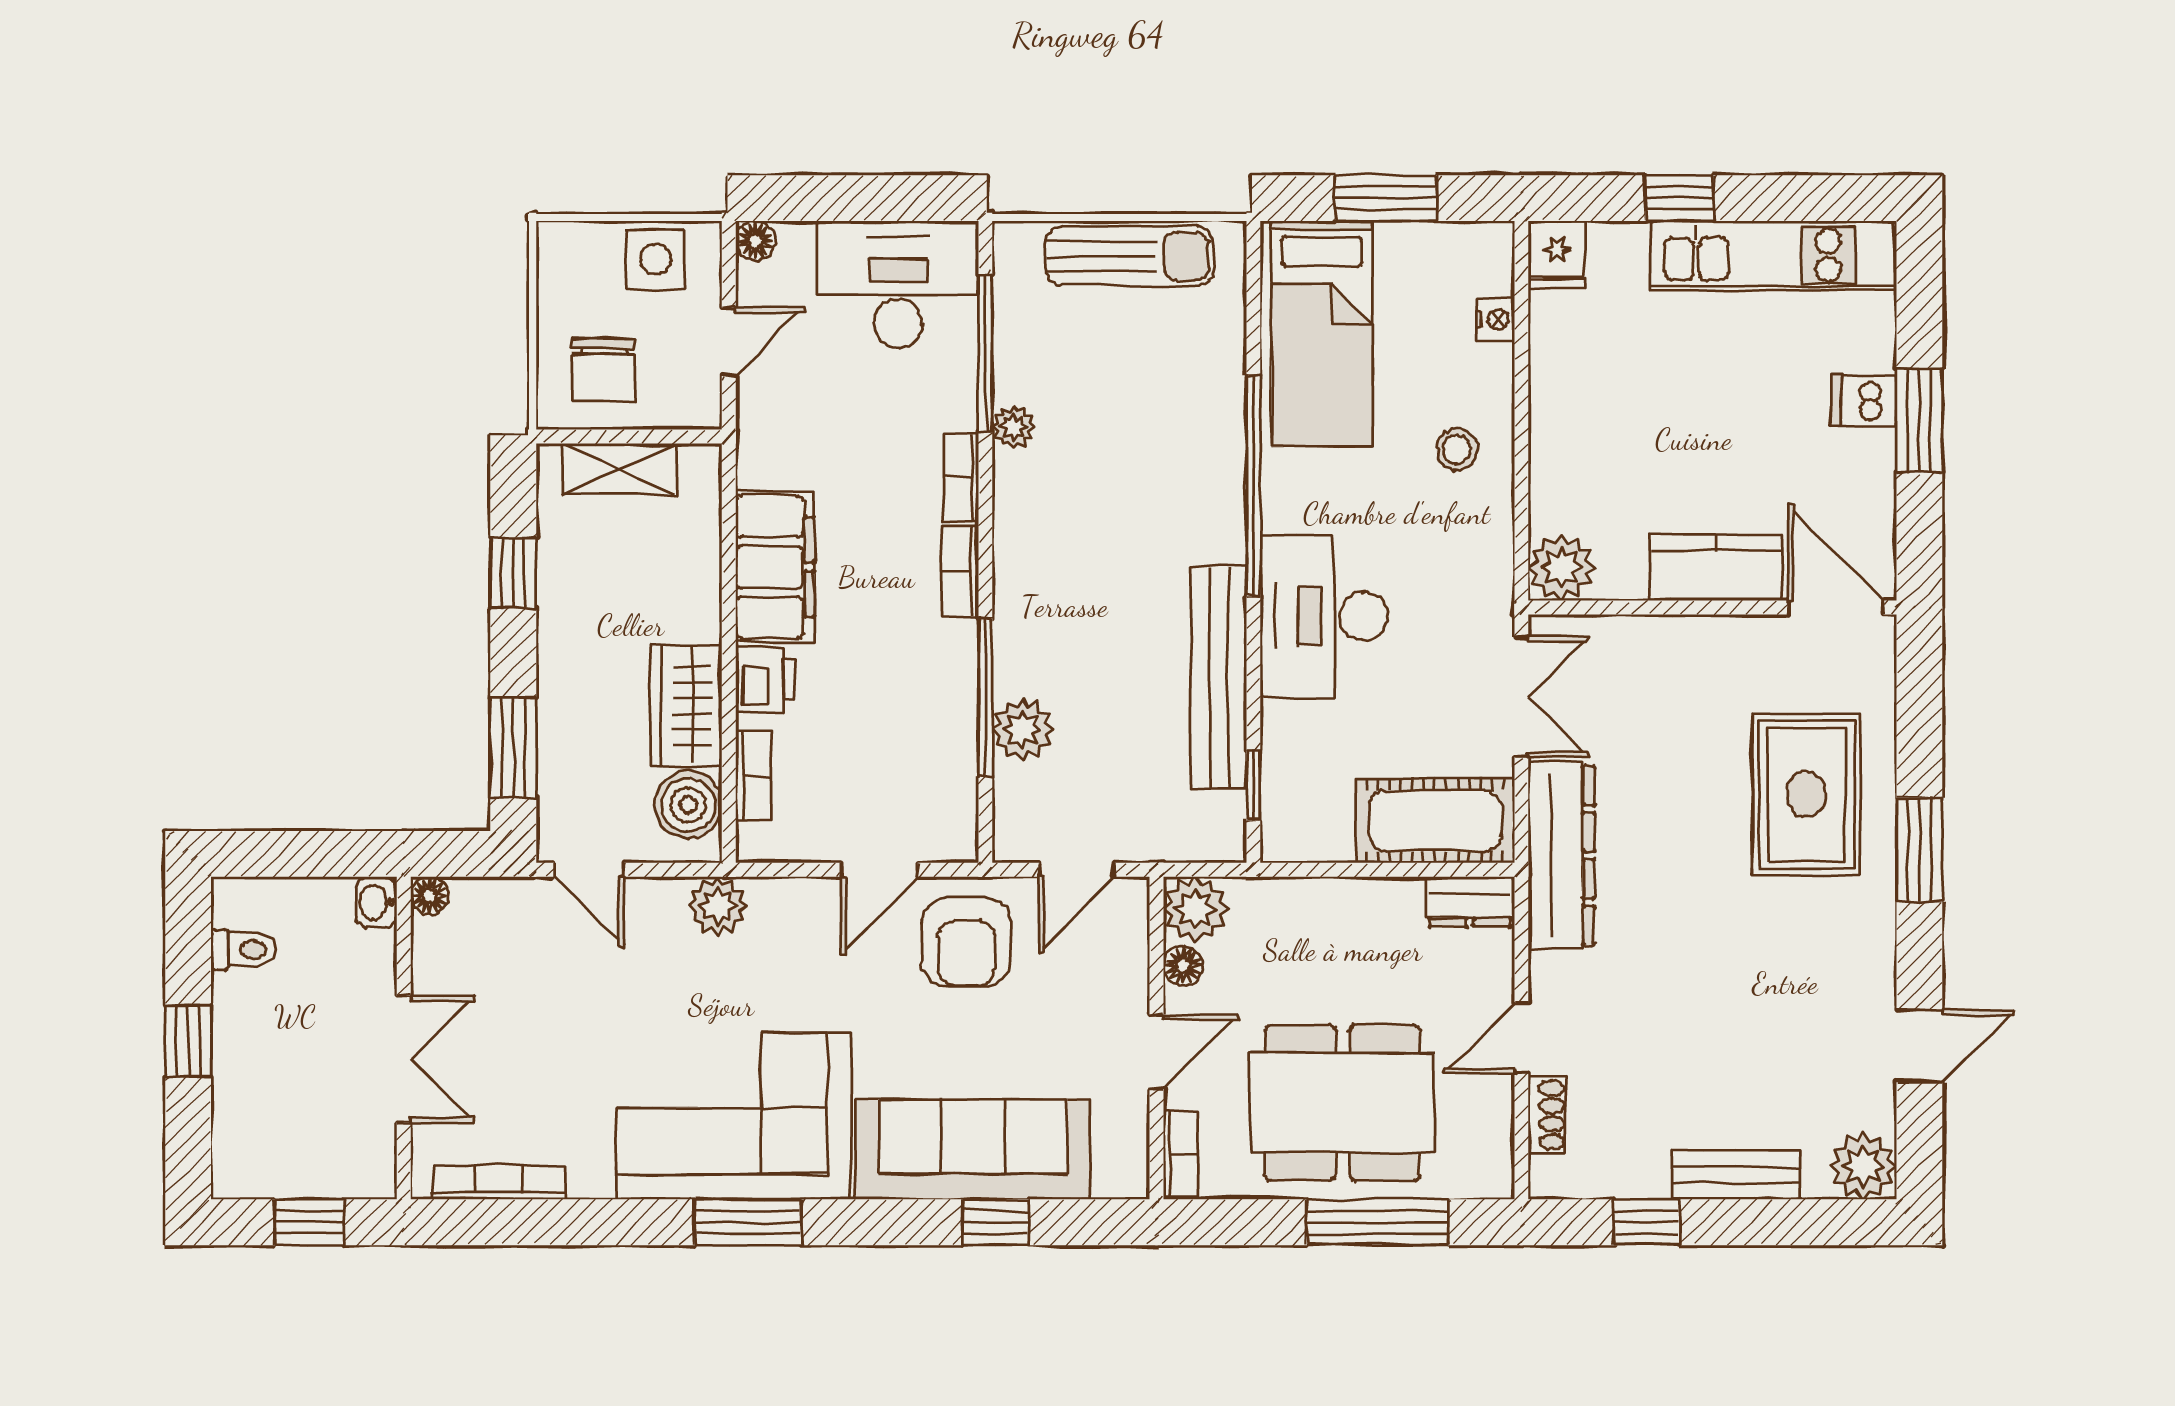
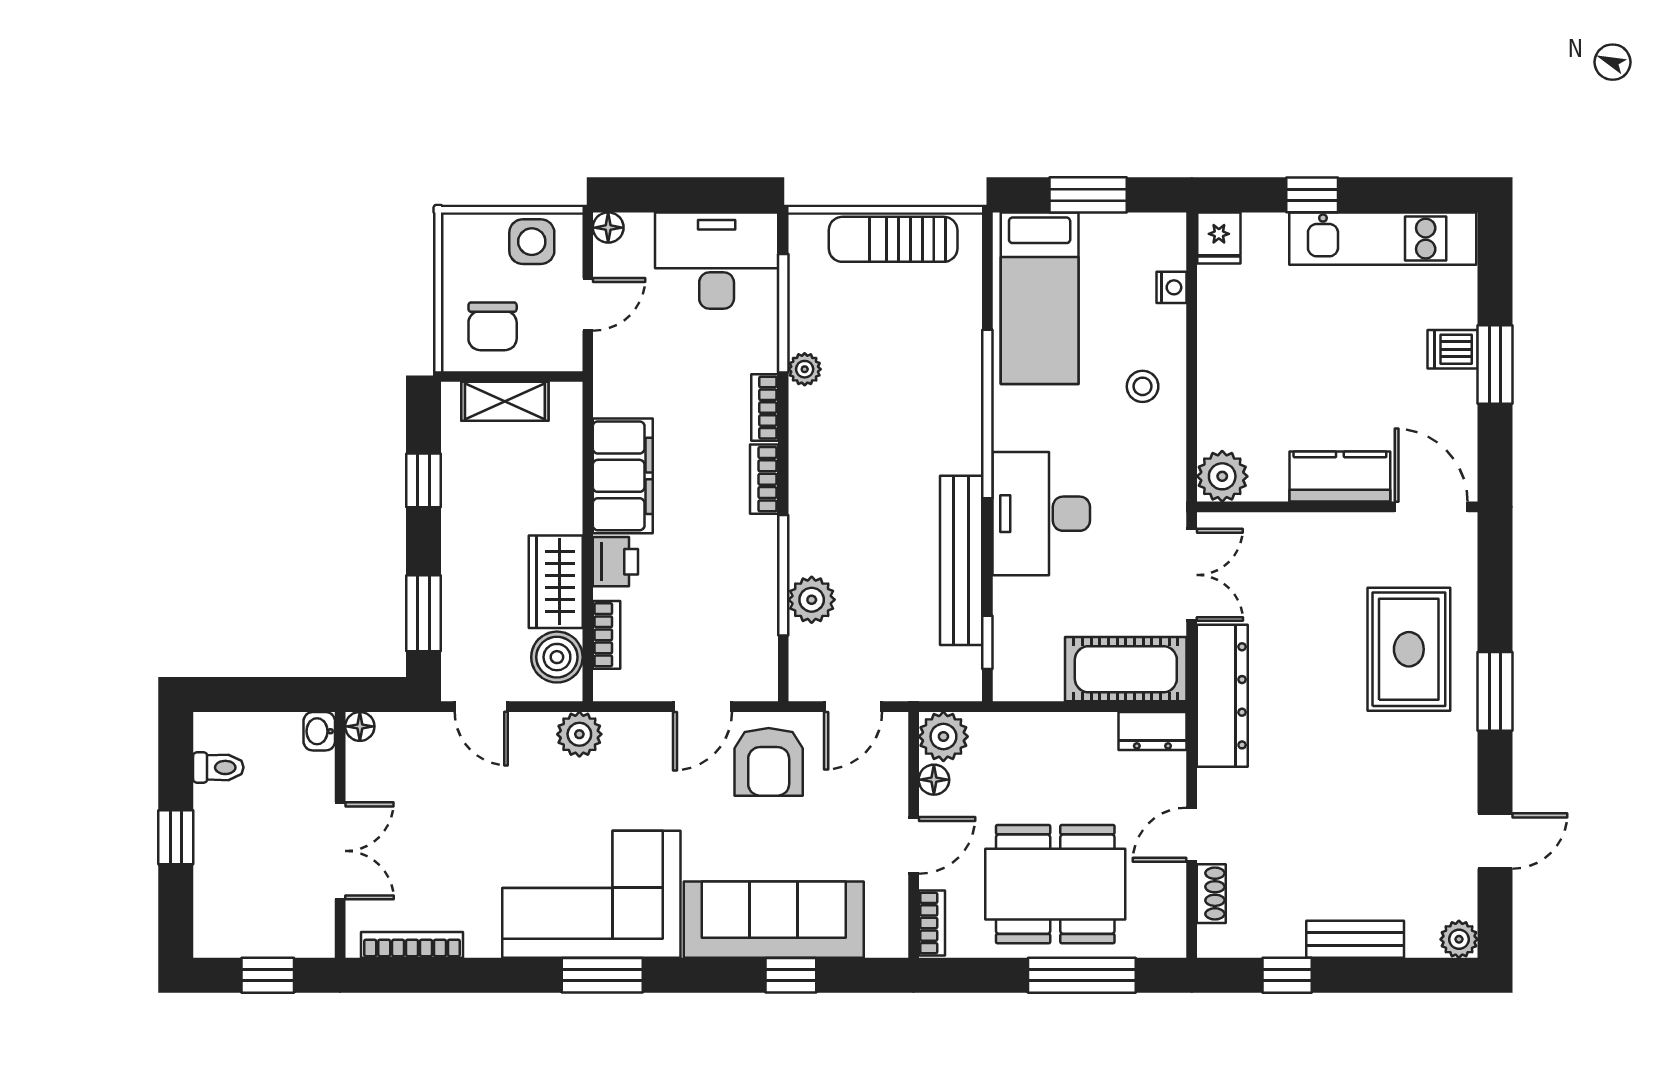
sun lounger: (1130, 256) -> (893, 239), turned 180
plant: (1863, 1166) -> (1459, 939), width x0.73, depth x0.73

